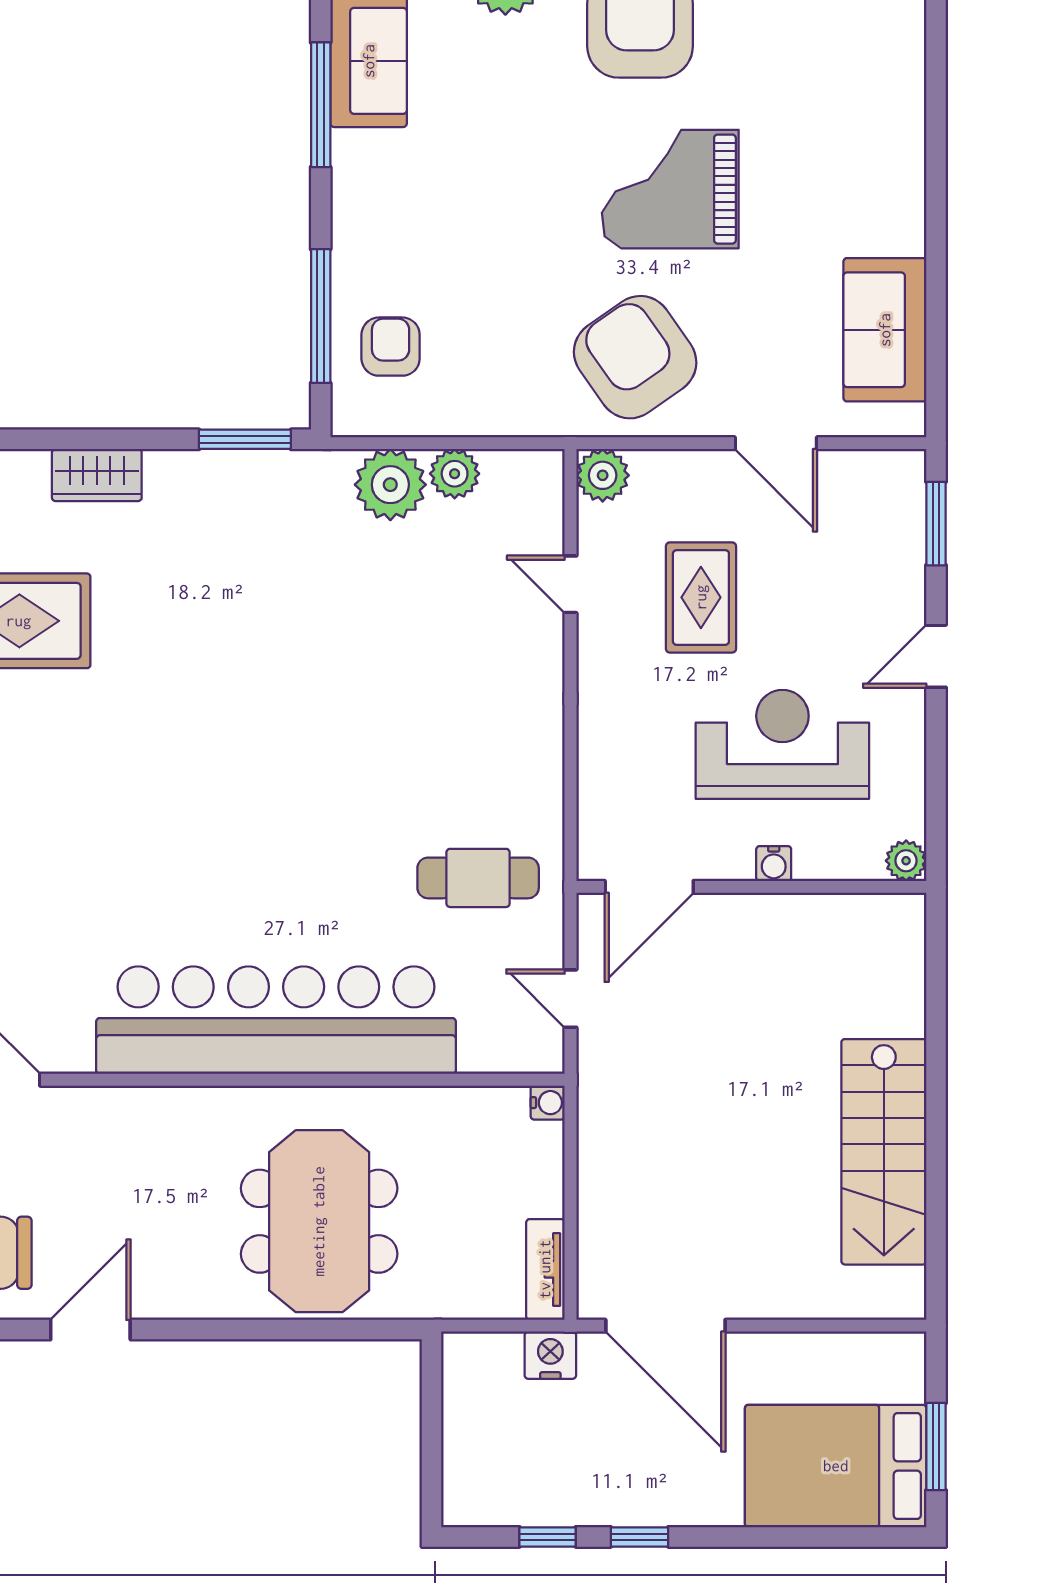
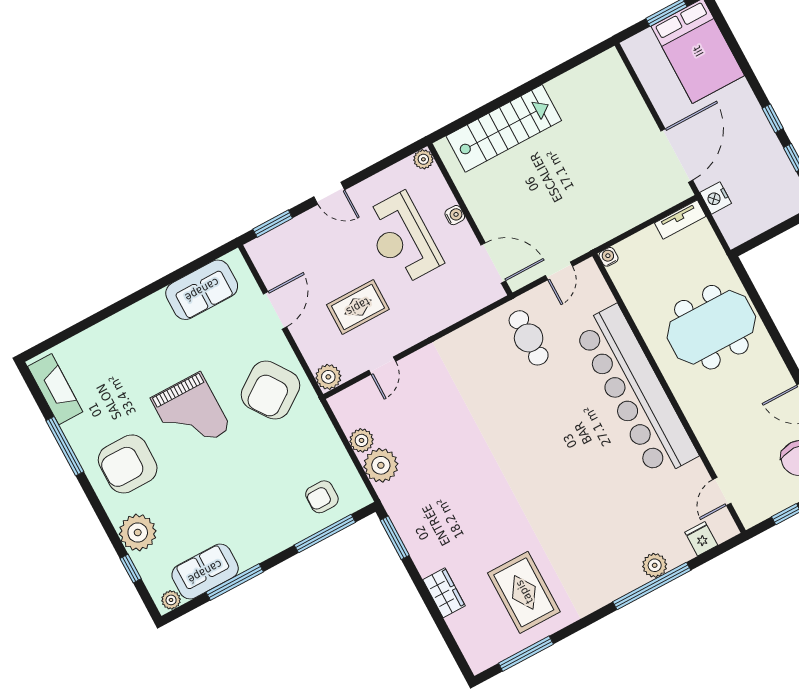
stairs: (884, 1152) -> (504, 128), moved

